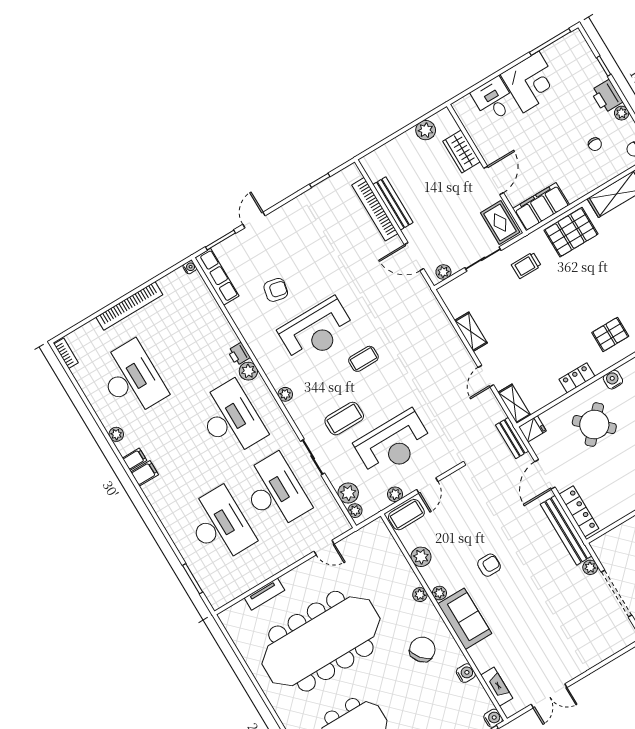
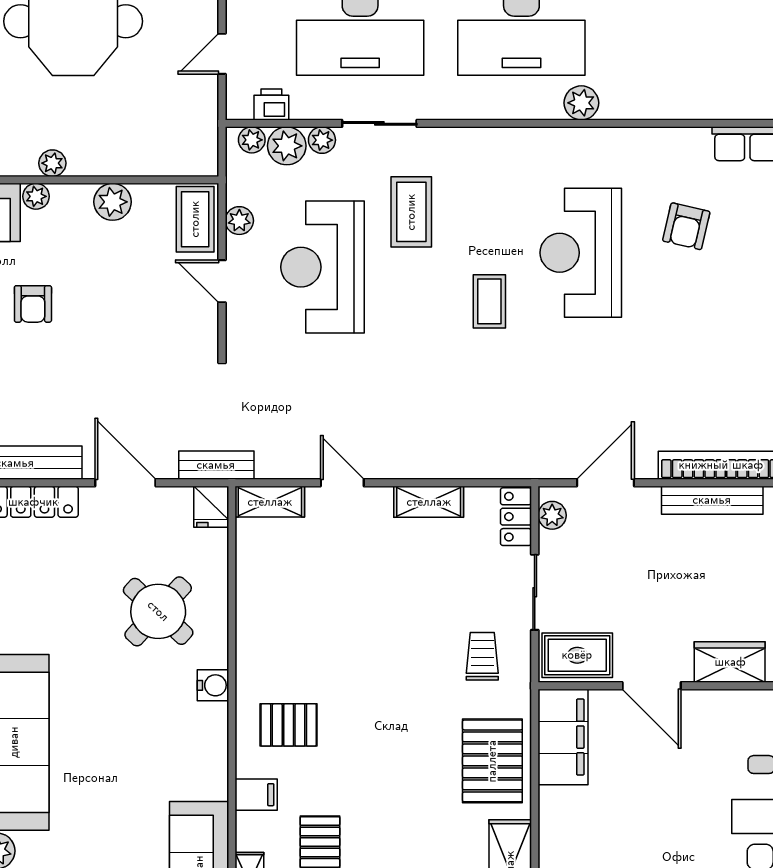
pallet: (610, 334) -> (289, 725), turned 90
printer: (239, 354) -> (271, 104), moved
locker: (577, 378) -> (516, 517), moved, turned 180
plant: (285, 394) -> (322, 140), moved

